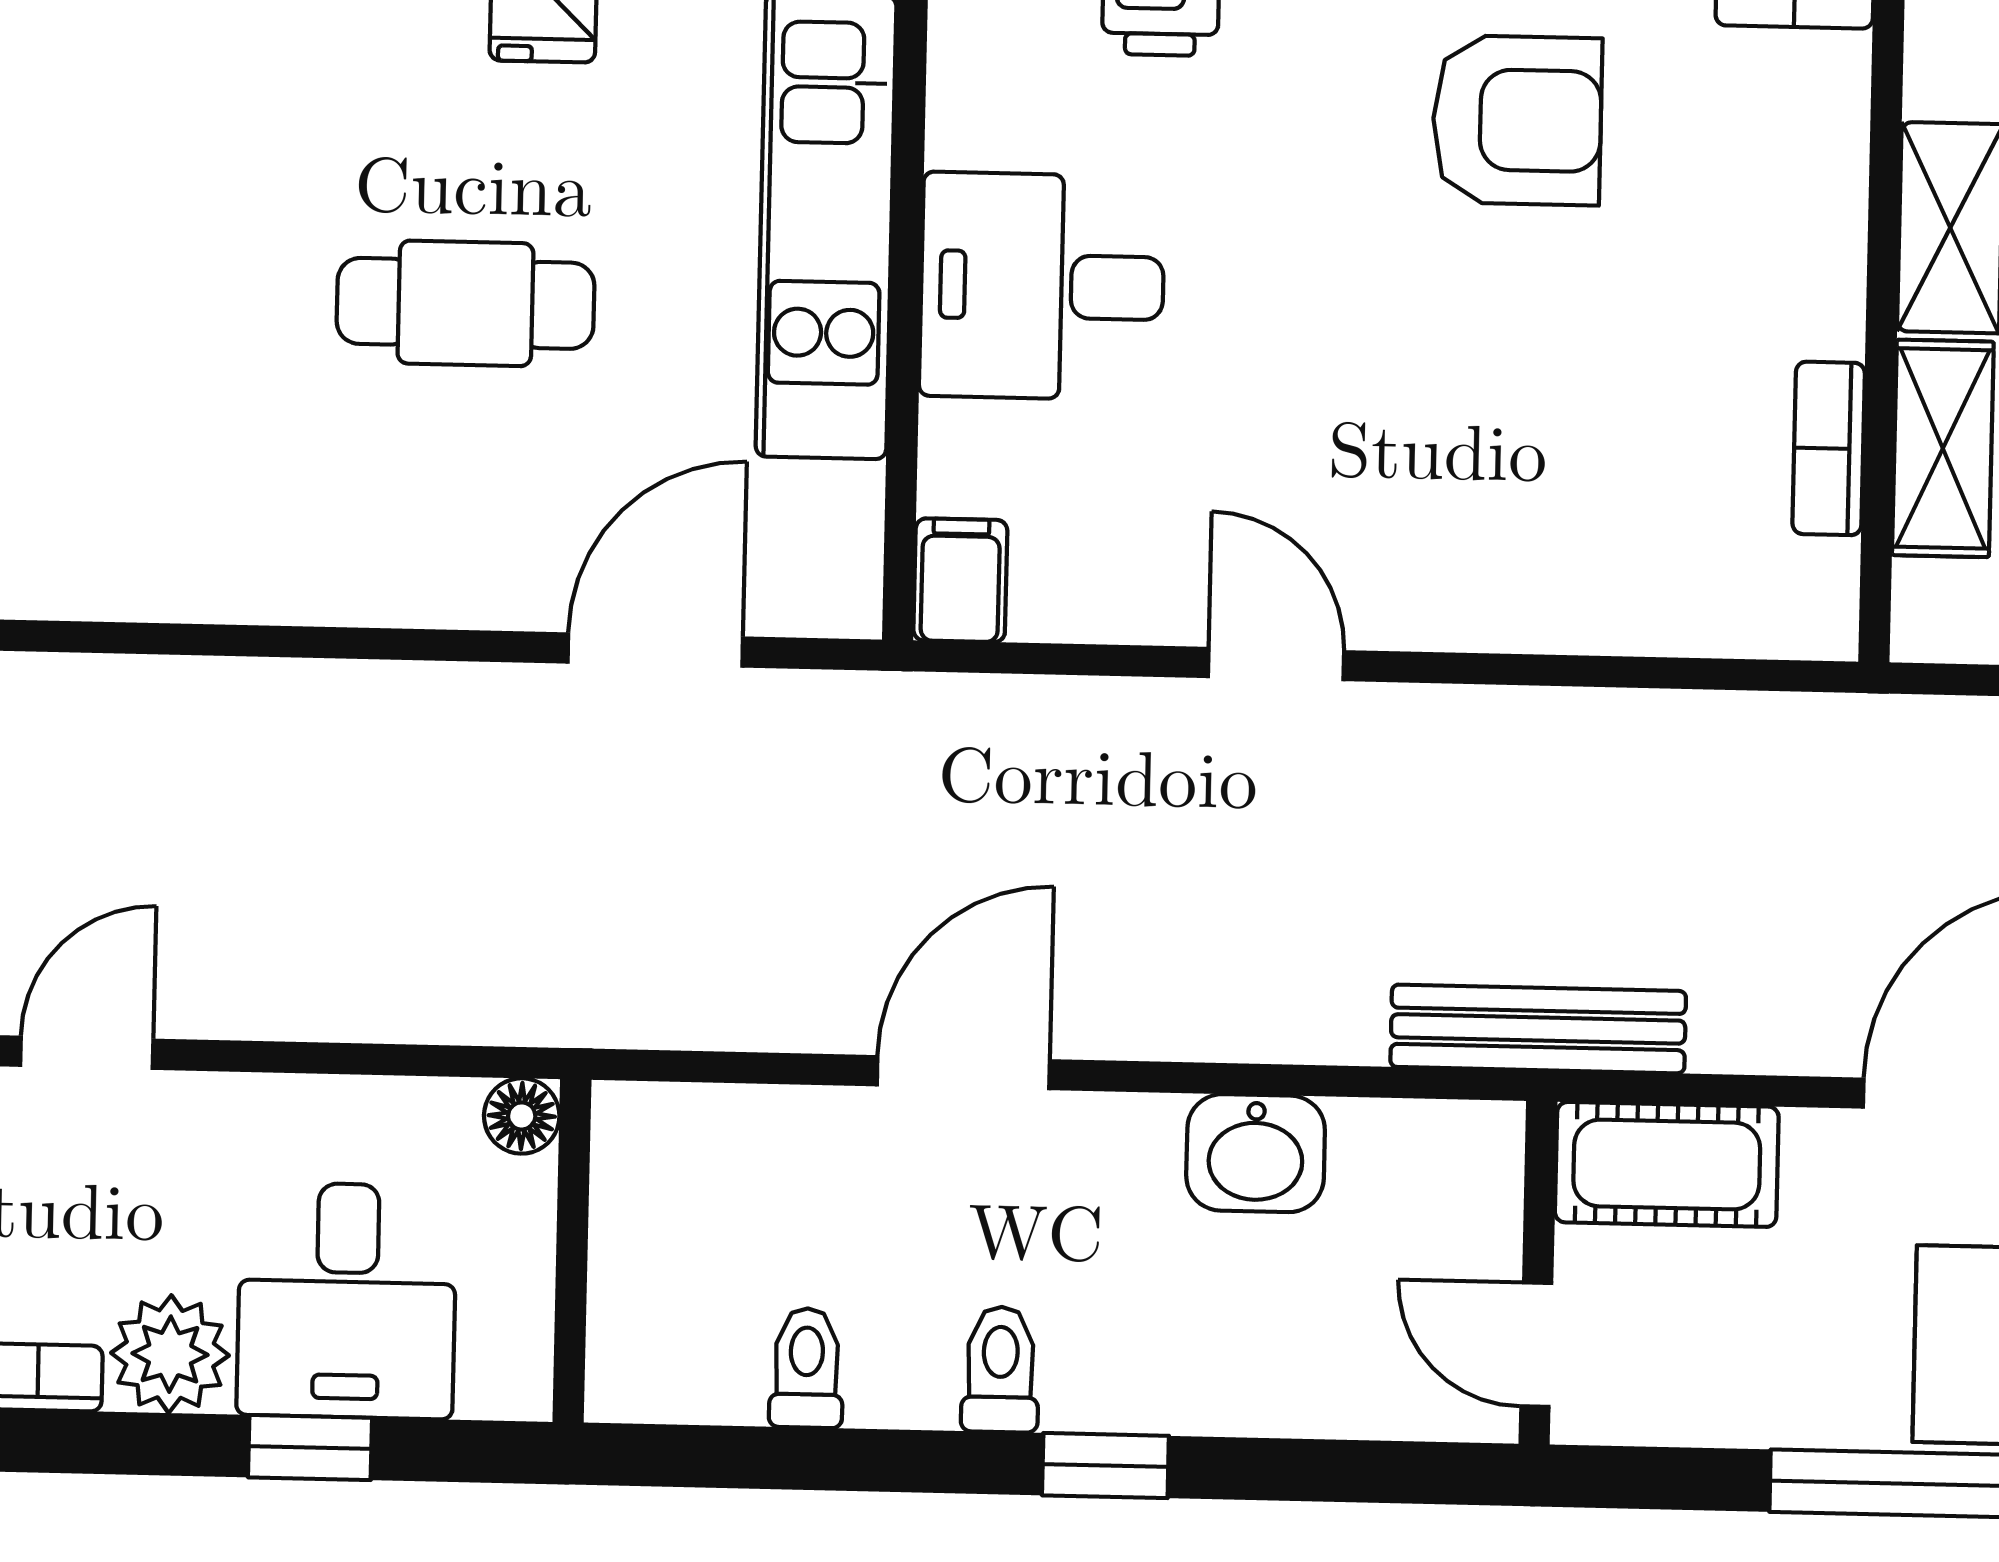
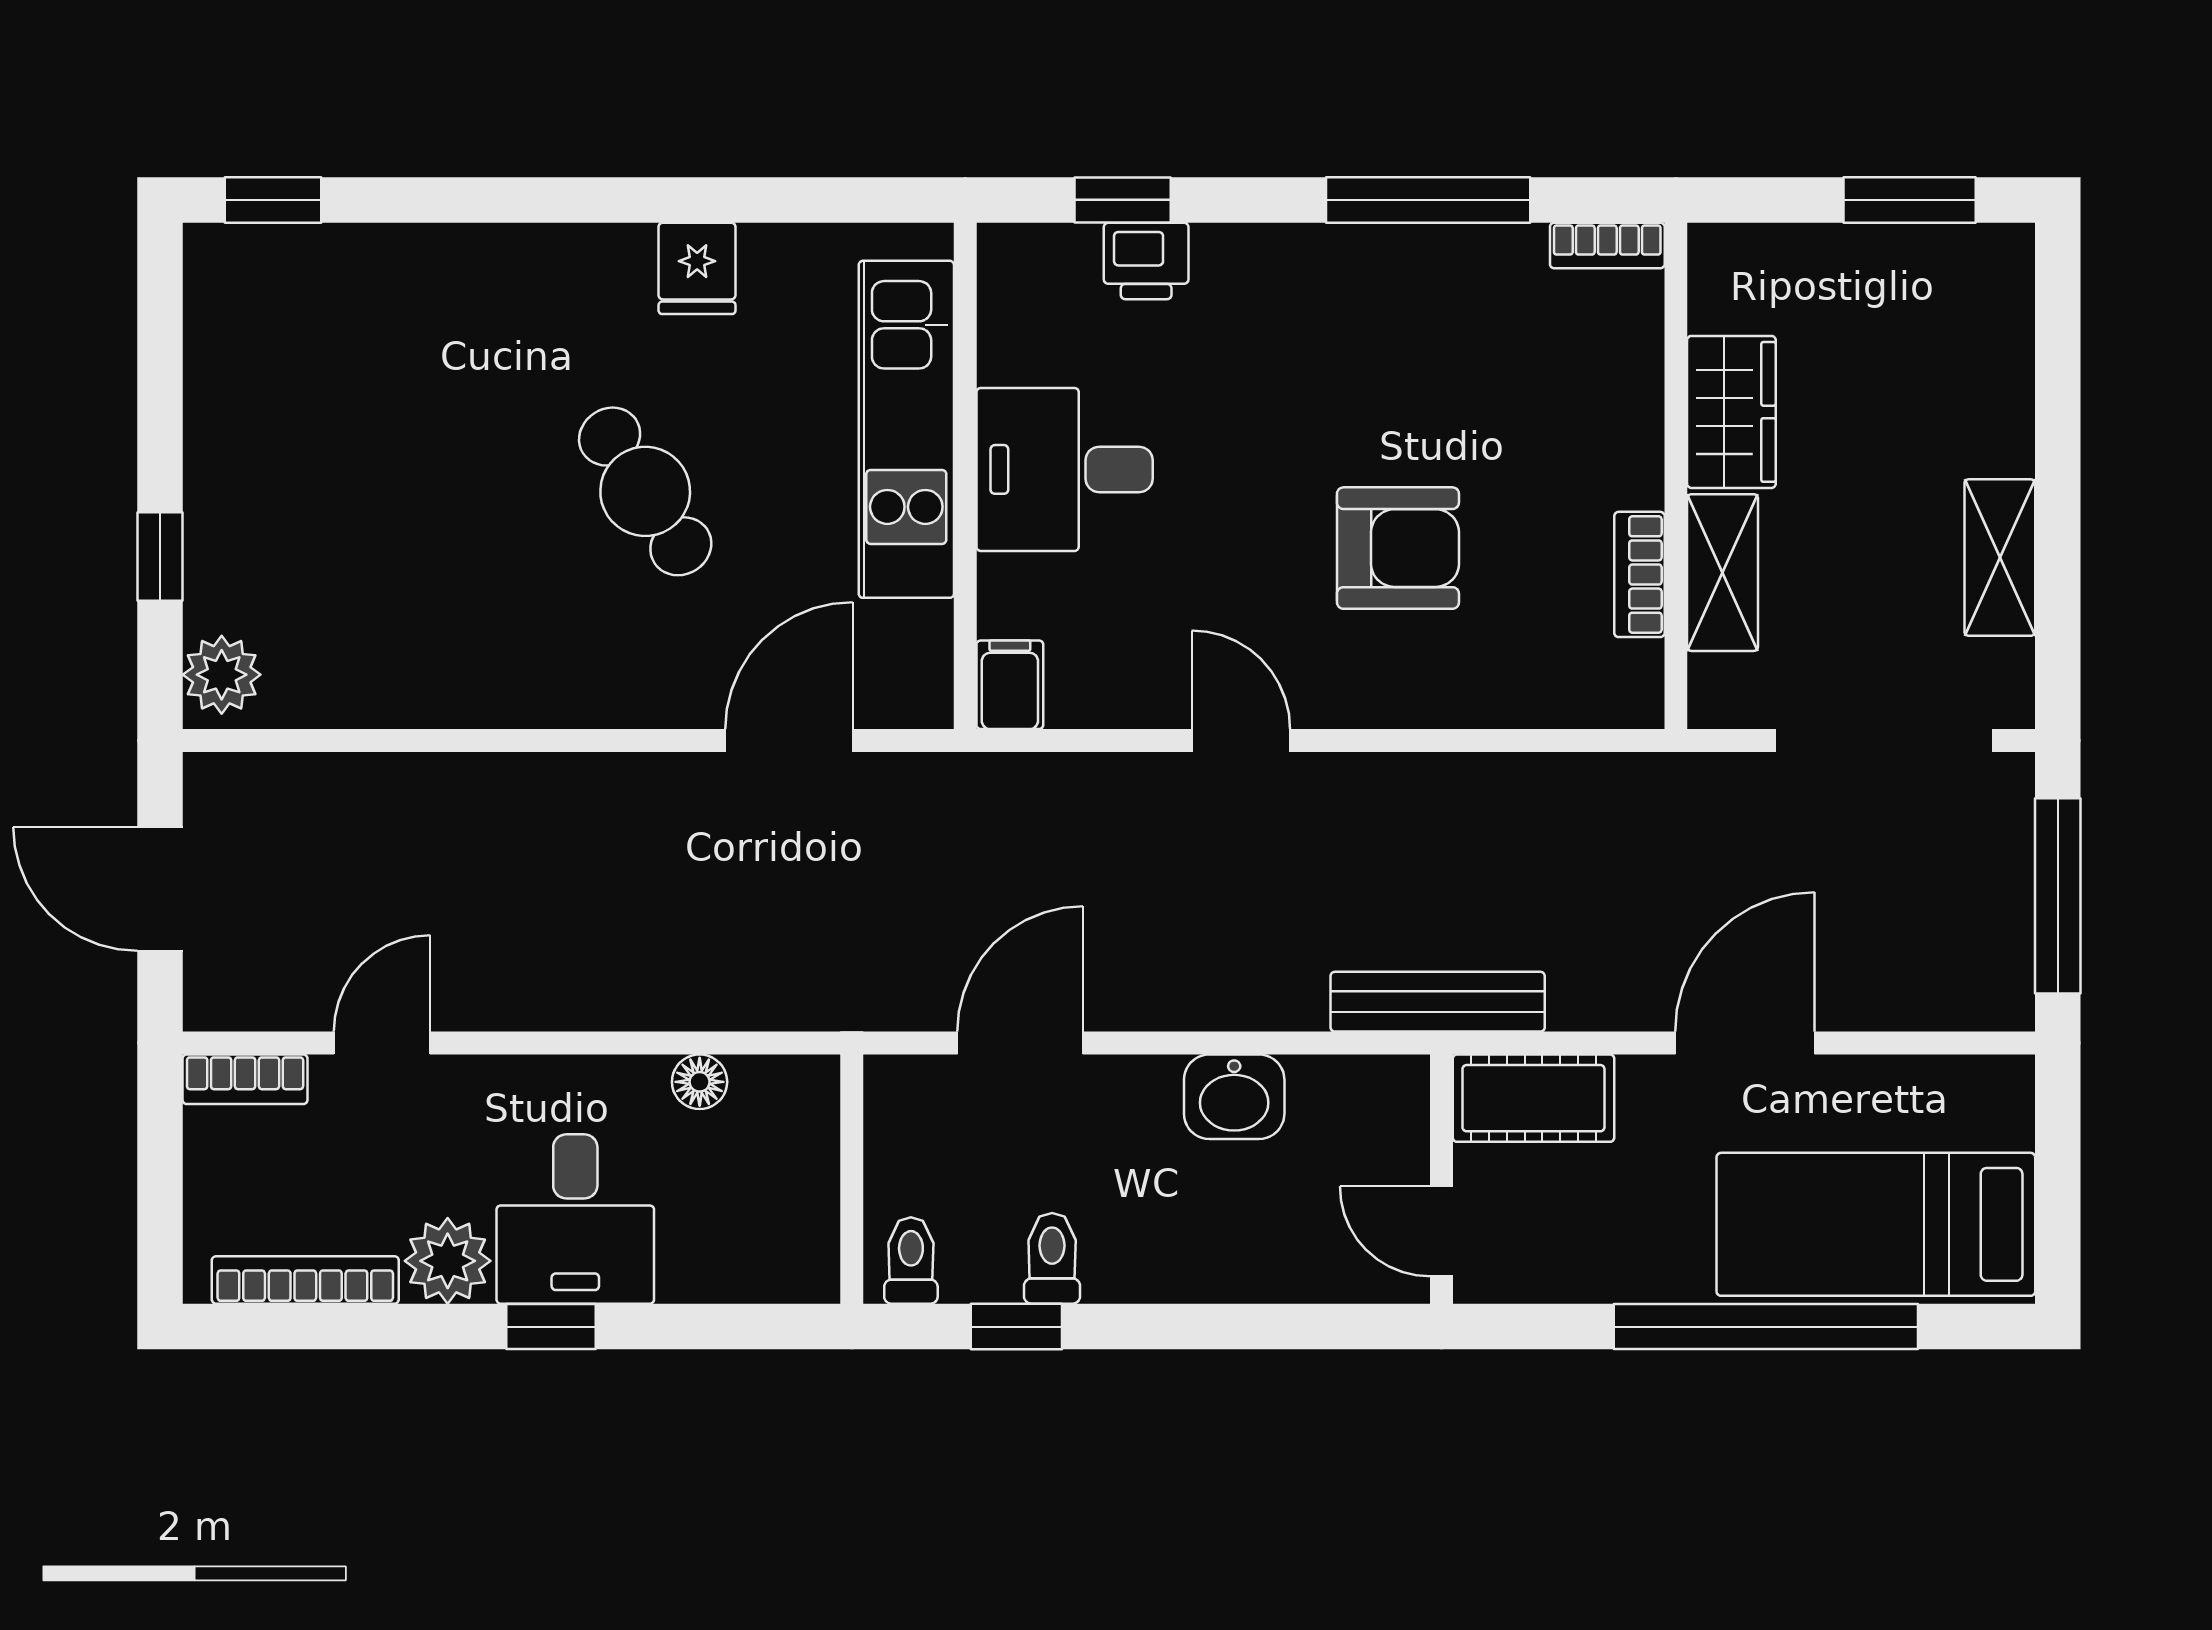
armchair: (1517, 120) -> (1398, 548), moved
cafe table: (465, 303) -> (645, 491), turned 57
wall: (572, 1251) -> (852, 1179), moved
window: (1105, 1466) -> (1016, 1327), moved

